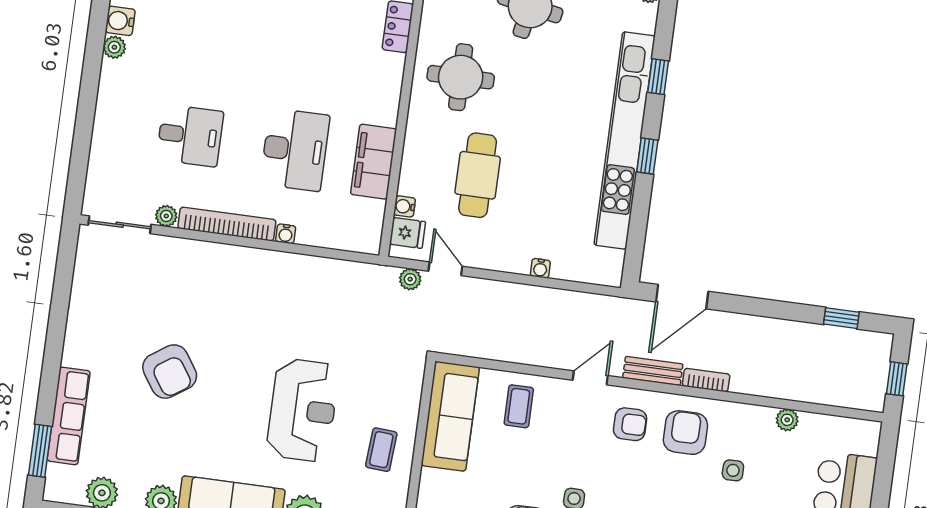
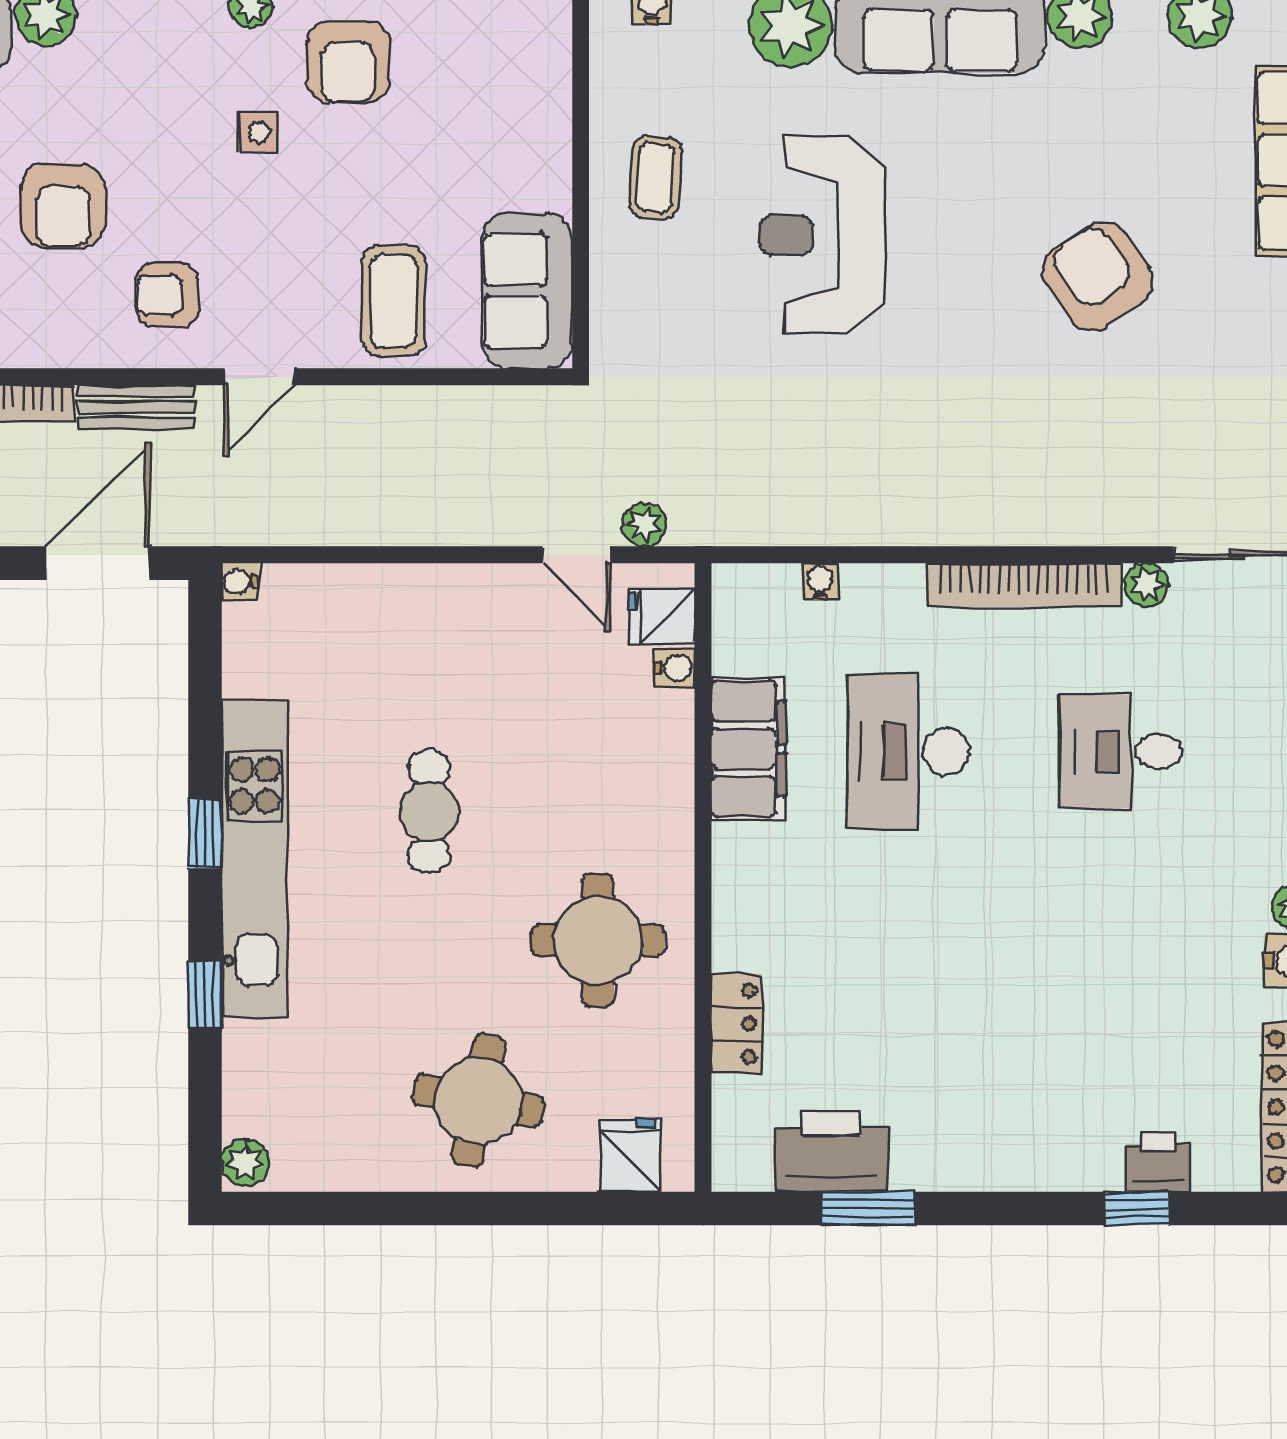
kitchen unit: (625, 140) -> (255, 858), width x0.73
cafe table: (478, 175) -> (429, 811), moved, width x0.73, depth x0.74
water cooler: (286, 234) -> (820, 581), moved
water cooler: (540, 268) -> (240, 581), moved, turned -90
coffee table: (519, 406) -> (394, 301), width x1.36, depth x1.30
sofa: (450, 416) -> (527, 290), width x0.73
armchair: (685, 433) -> (63, 206), moved

